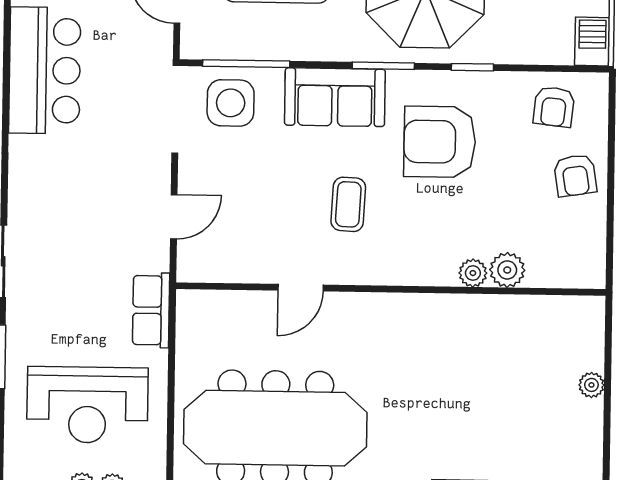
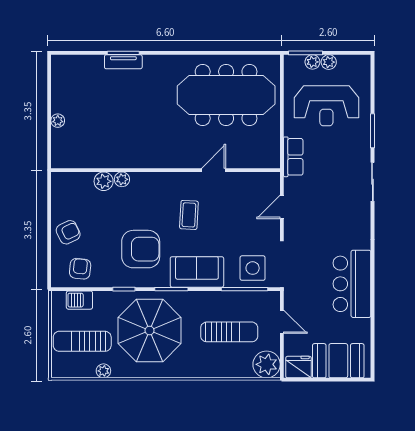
barbecue: (592, 41) -> (79, 300), moved, turned 90
armchair: (575, 175) -> (68, 232), turned 73
reception desk: (87, 405) -> (326, 106), turned 180

